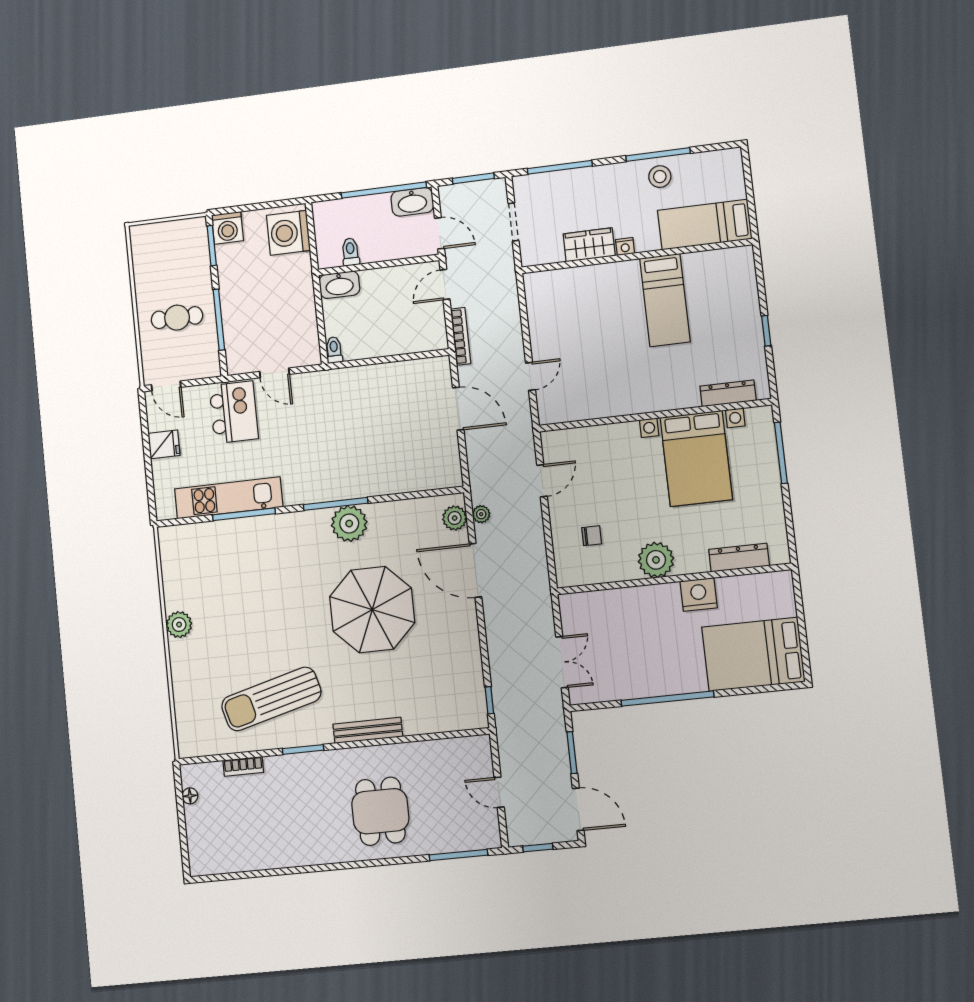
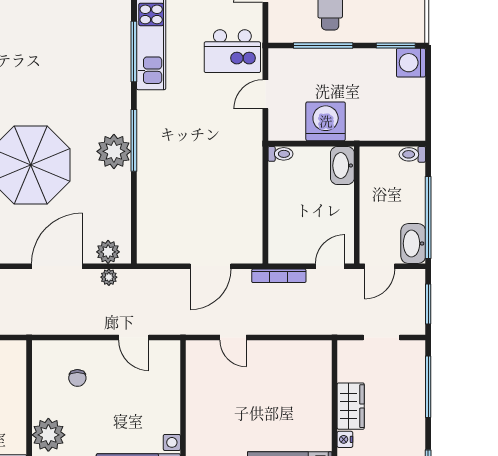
washing machine: (288, 233) -> (326, 121), moved
toilet: (351, 252) -> (412, 154), moved, turned 180
door: (445, 284) -> (330, 266), hinge flipped

